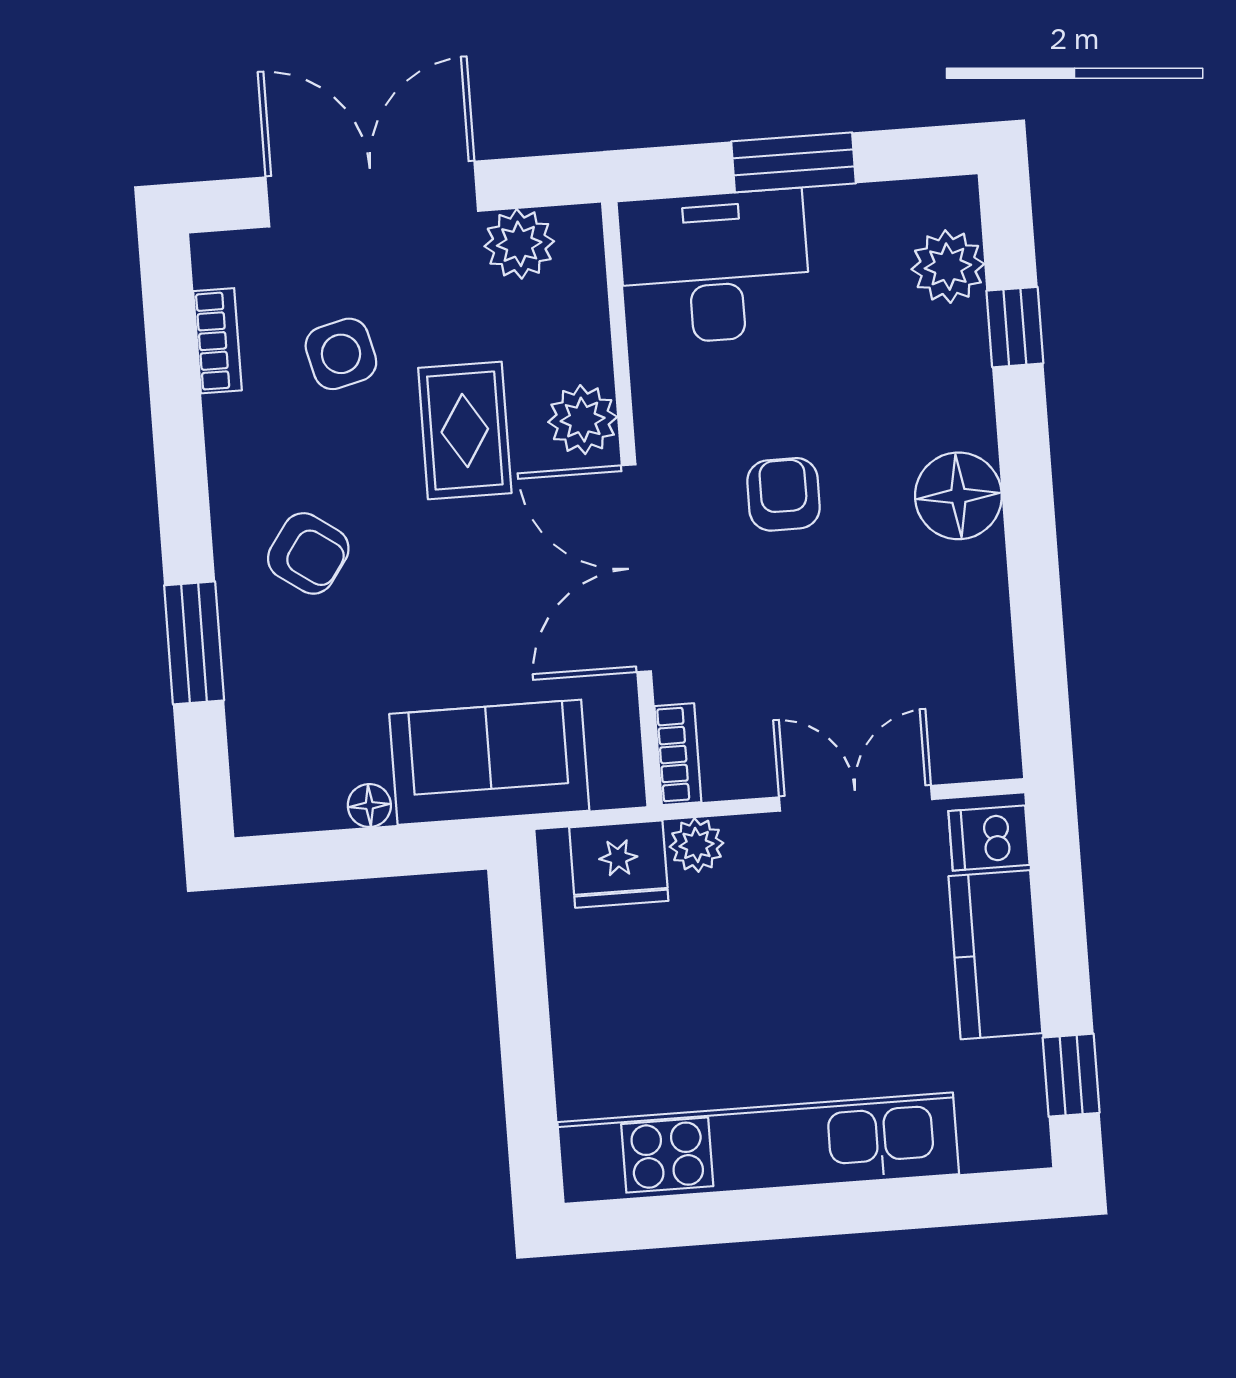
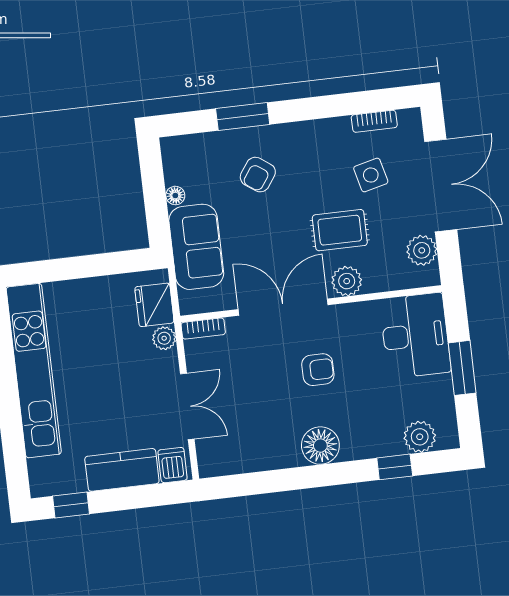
armchair: (308, 553) -> (258, 175), moved

